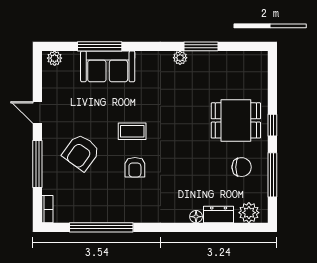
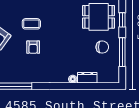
plant: (249, 213) -> (107, 77), removed

